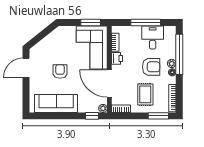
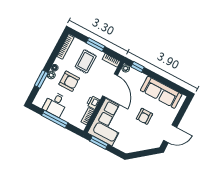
window: (179, 54) -> (41, 79), width x0.47
armchair: (151, 67) -> (69, 81), turned 180
window: (158, 116) -> (96, 45), moved

